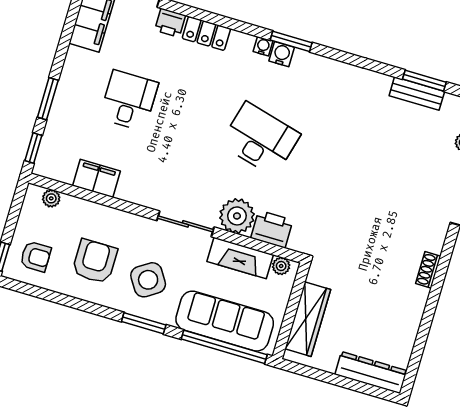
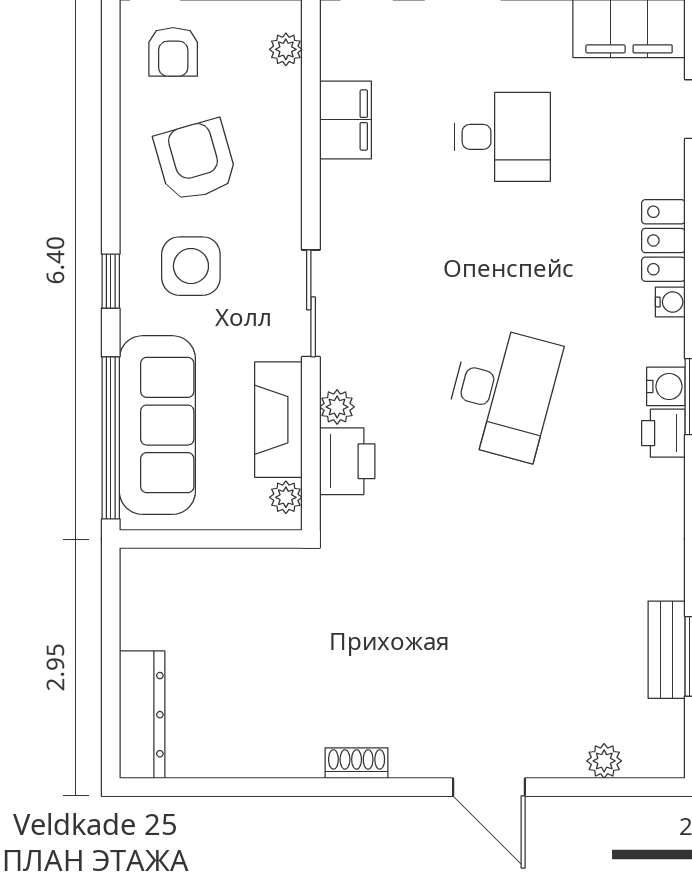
printer: (170, 23) -> (663, 433), moved
water cooler: (263, 46) -> (670, 302), moved
plant: (237, 216) -> (337, 407), width x0.53, depth x0.53
armchair: (95, 261) -> (196, 160), turned -106
side table: (148, 280) -> (191, 266), turned 33
wardrobe: (308, 319) -> (205, 573), removed
window: (144, 323) -> (111, 281), width x0.67

